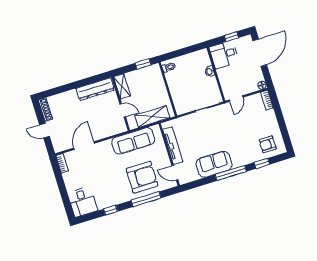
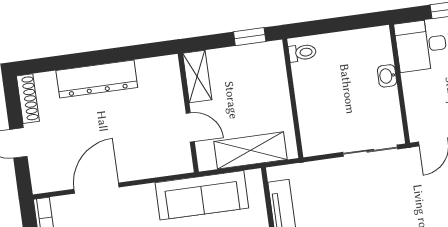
dresser: (95, 89) -> (97, 79), moved

